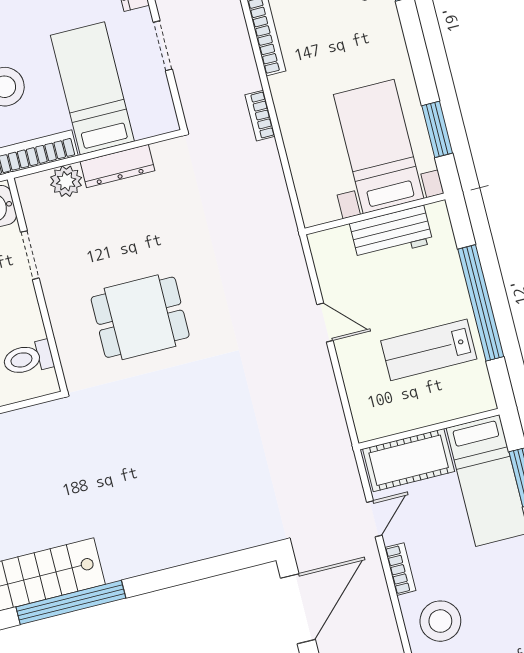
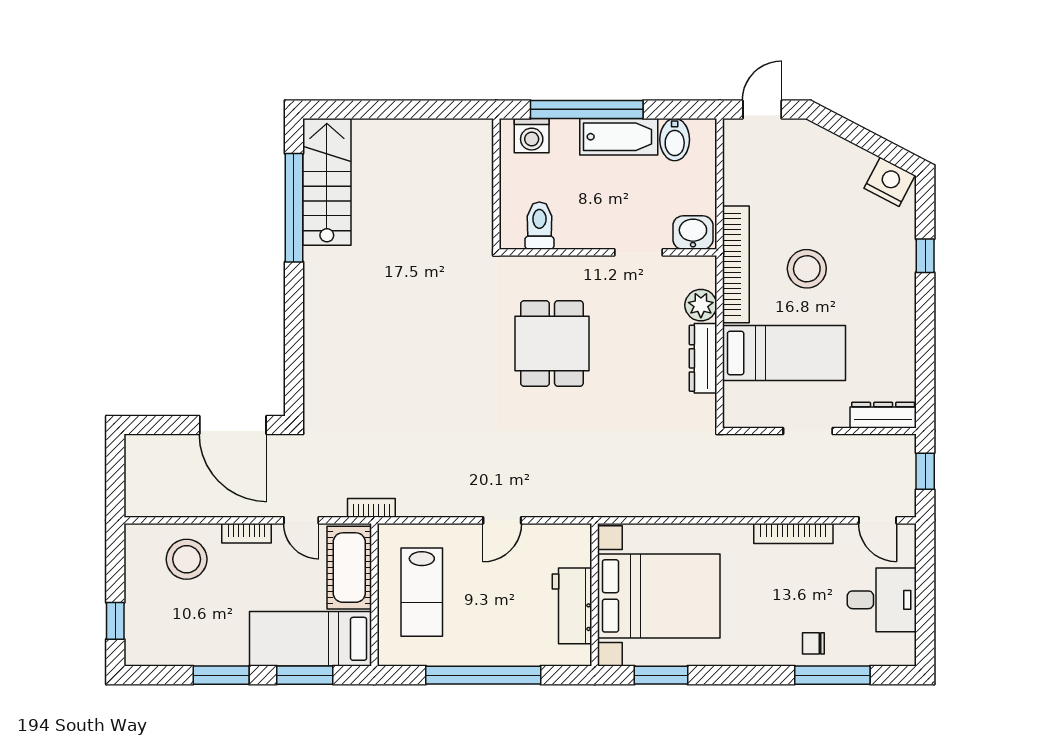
bookcase: (260, 116) -> (371, 508), moved
bed with nightstands: (379, 146) -> (659, 596), width x1.36
lab bench: (429, 350) -> (422, 592), moved, turned 180

